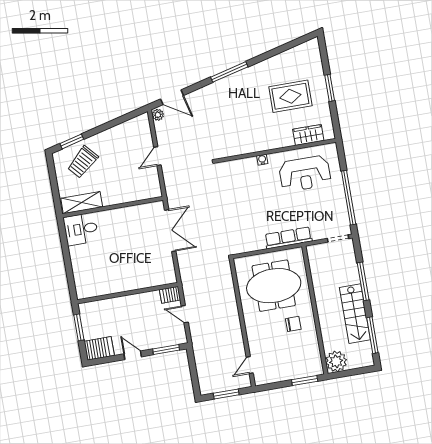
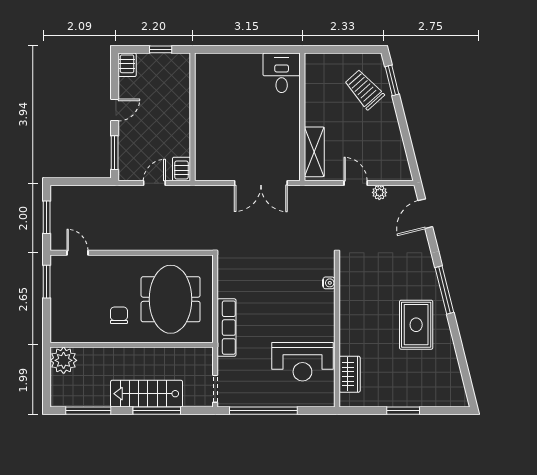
rug: (290, 96) -> (416, 325), moved
plant: (158, 115) -> (379, 192), moved
water cooler: (262, 160) -> (329, 283), moved
reception desk: (305, 174) -> (302, 362), turned -90
shelving: (82, 203) -> (314, 152), moved
stairs: (355, 314) -> (147, 394), moved
chair: (293, 324) -> (119, 315), turned 180
window: (79, 327) -> (161, 49), width x0.67
server rack: (99, 348) -> (127, 65), width x0.73, depth x0.70
window: (305, 380) -> (47, 282), moved

